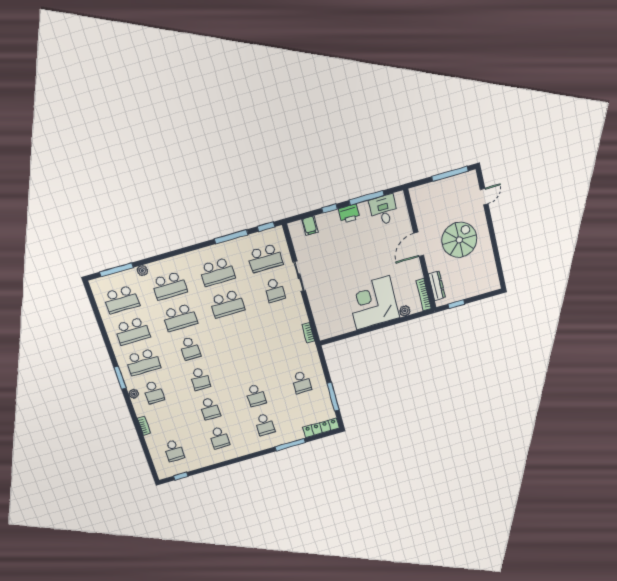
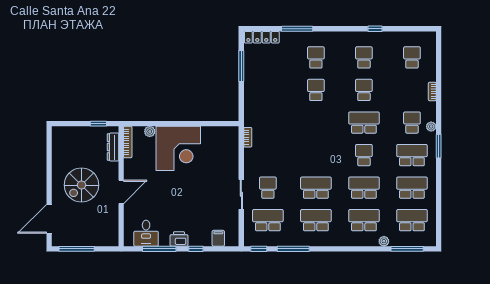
door: (484, 197) -> (49, 219), width x1.88
school desk: (200, 379) -> (364, 123), width x1.85
school desk: (301, 382) -> (268, 90), removed
window: (181, 476) -> (375, 29), moved

